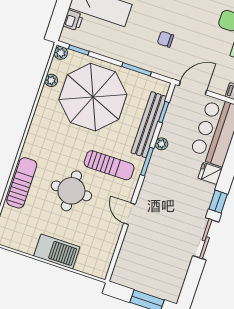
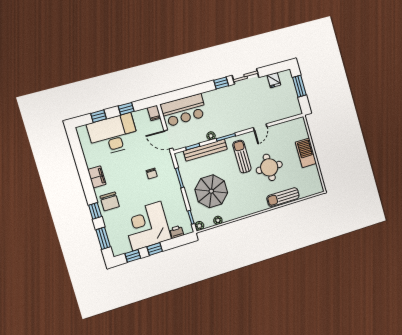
parasol: (93, 97) -> (211, 191), width x0.73, depth x0.73
fridge: (210, 173) -> (274, 80), moved

